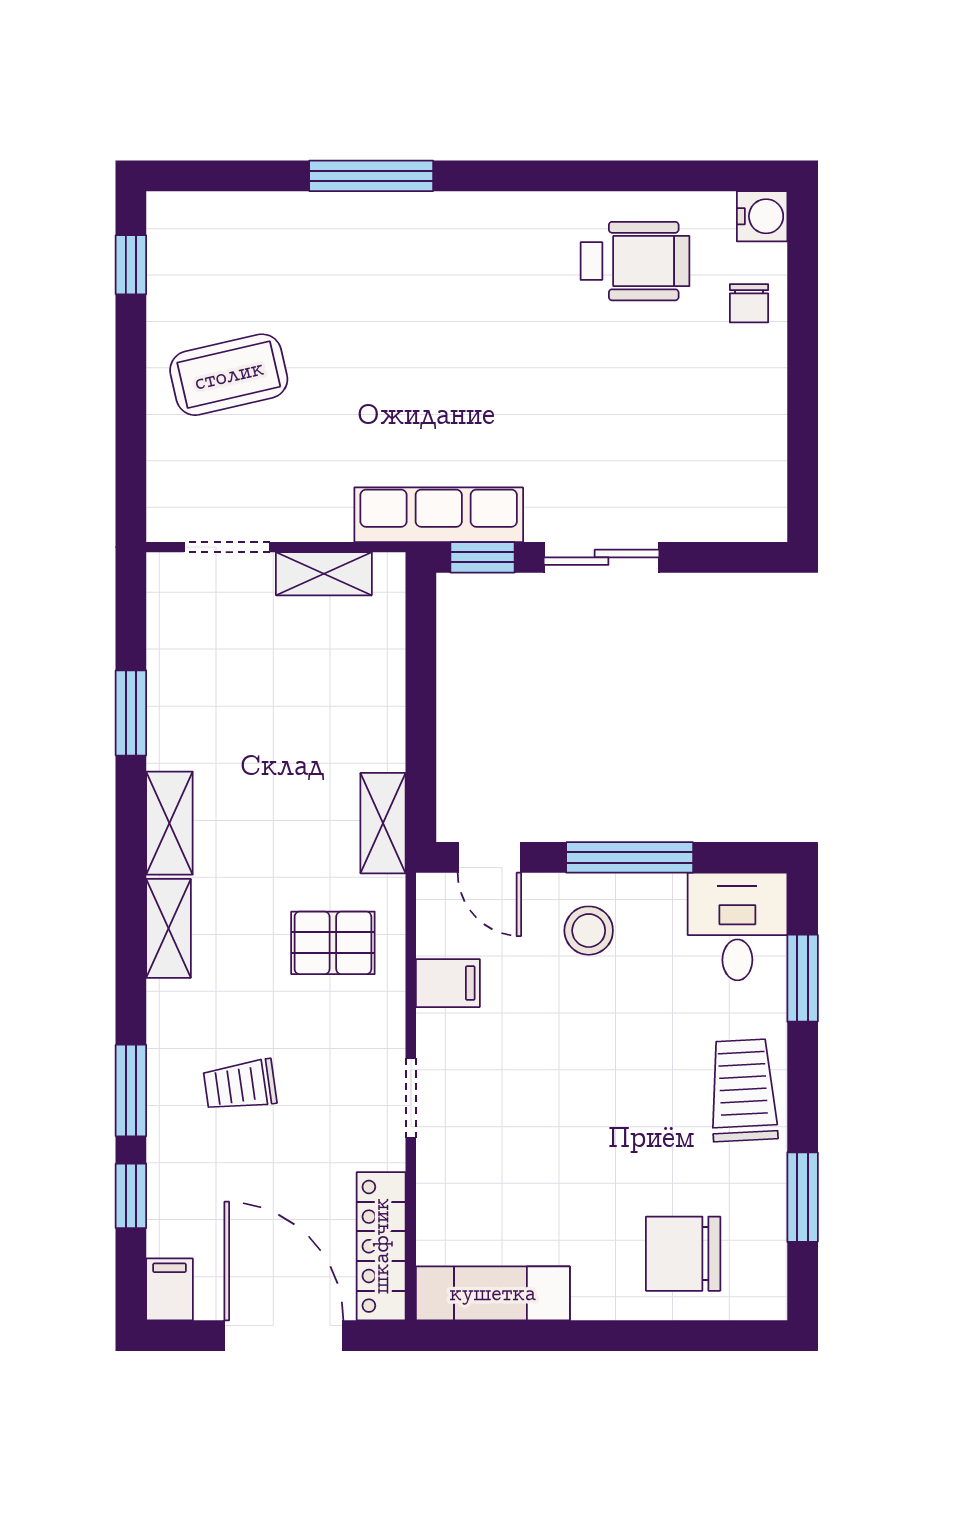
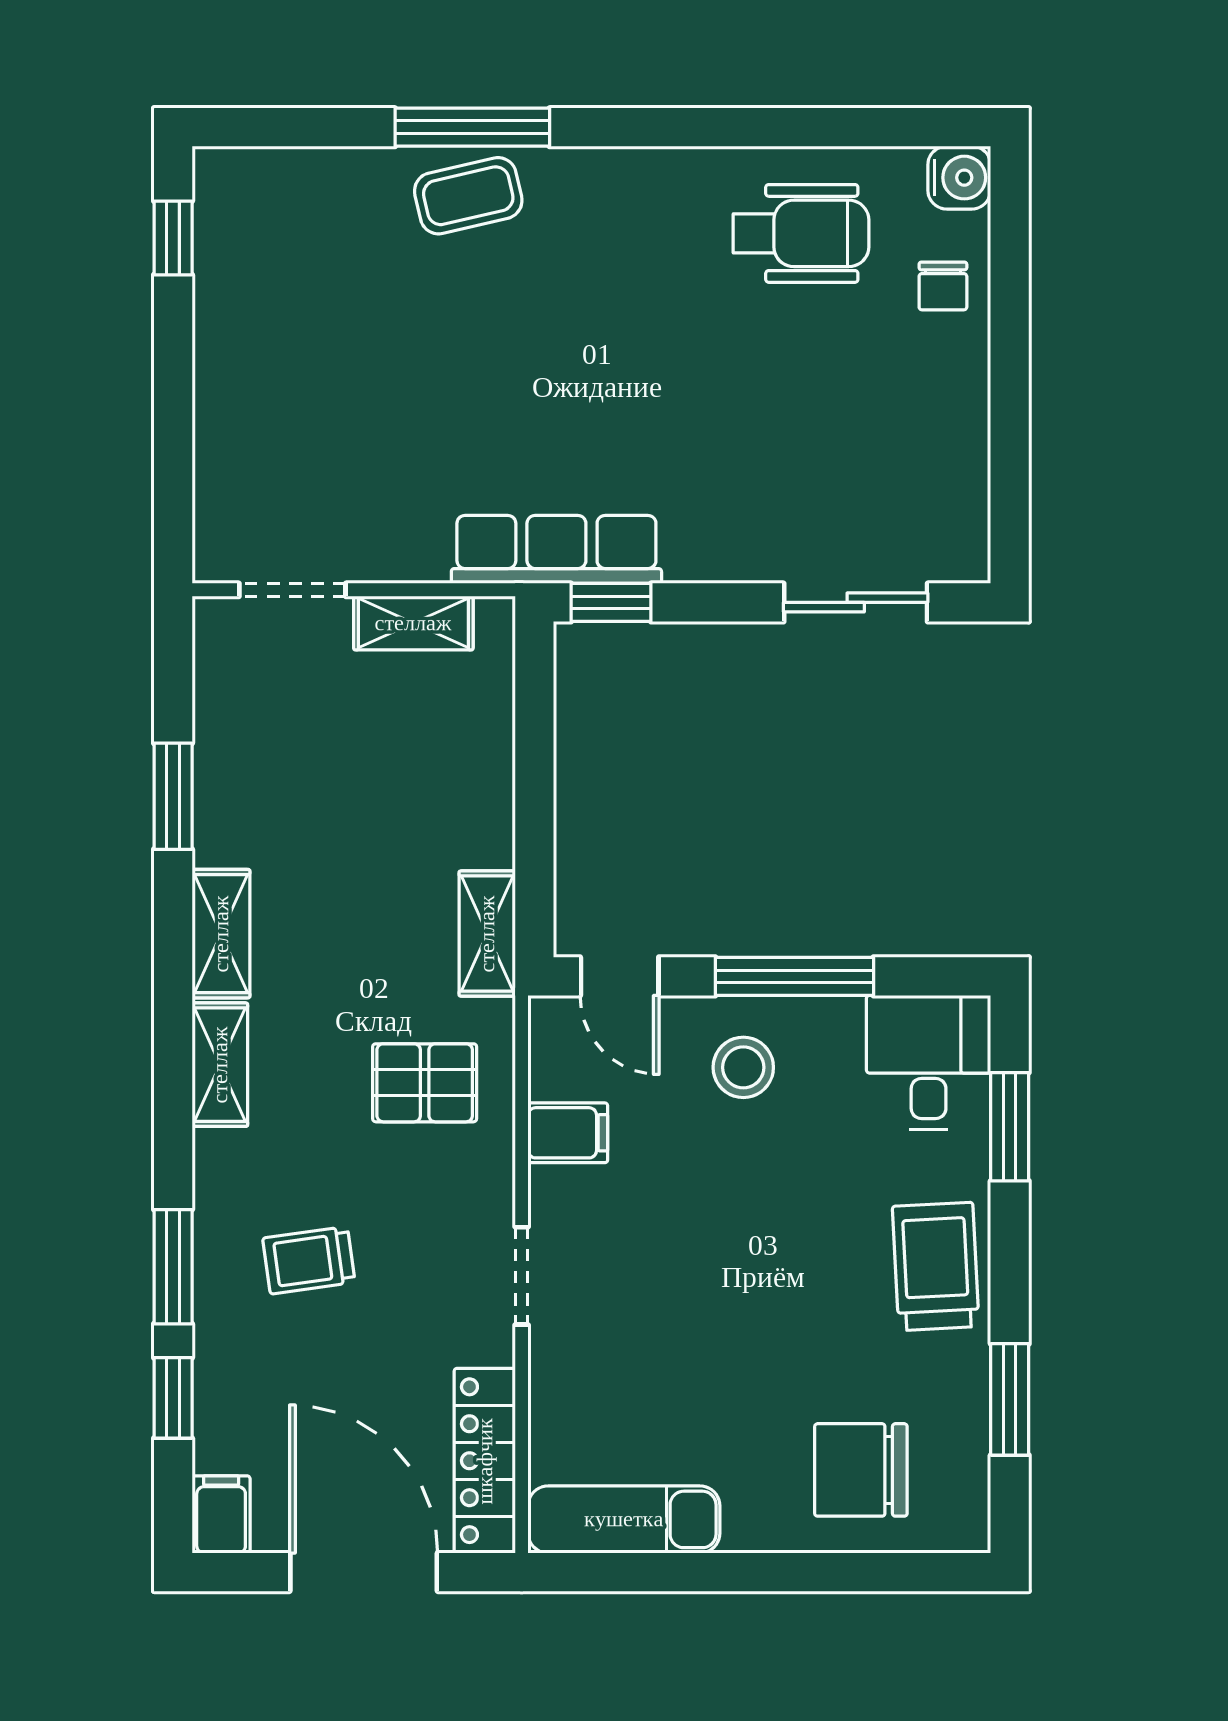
coffee table: (229, 375) -> (468, 196), moved, width x0.73, depth x0.77
sliding door: (601, 557) -> (856, 602), moved

